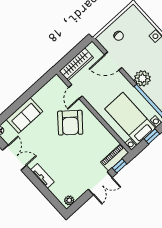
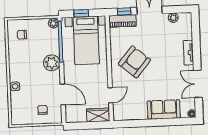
wardrobe: (76, 64) -> (98, 115), width x0.67
armchair: (70, 123) -> (134, 62), moved
plant: (69, 200) -> (173, 18), moved

